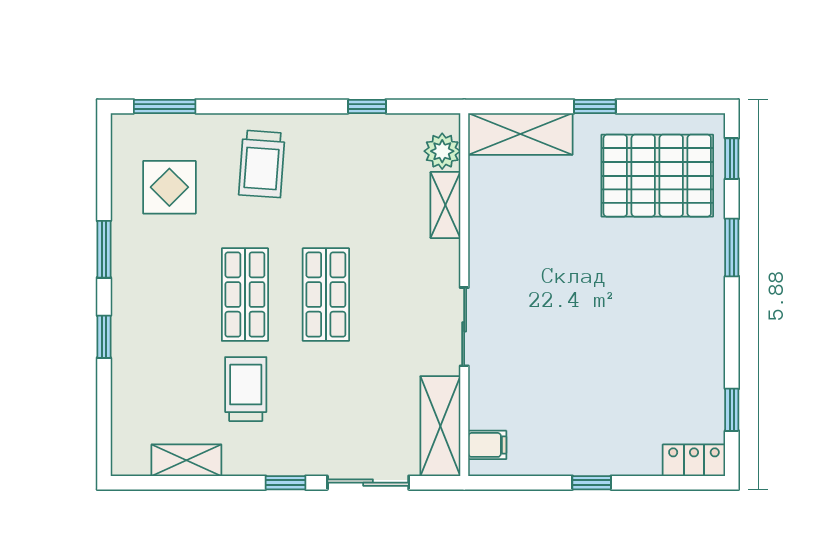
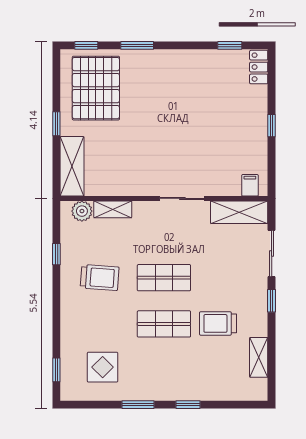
window: (165, 106) -> (56, 370), width x0.67
trolley: (262, 164) -> (100, 278), moved

